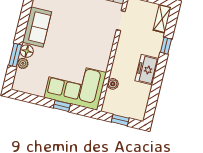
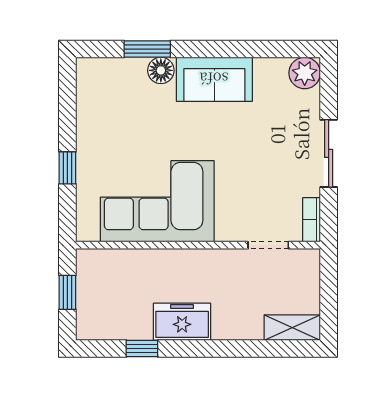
window: (166, 46) -> (142, 348), moved
plant: (23, 63) -> (134, 69), removed
boiler: (113, 84) -> (137, 260), removed
corner sofa: (75, 85) -> (157, 201), moved, turned -90

